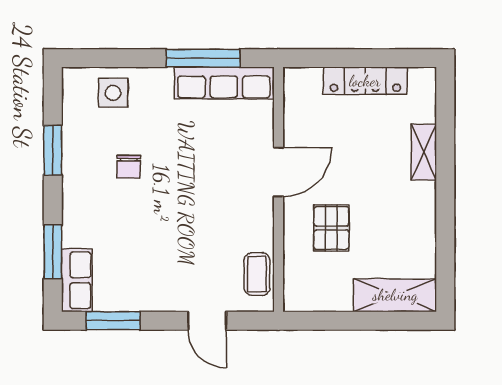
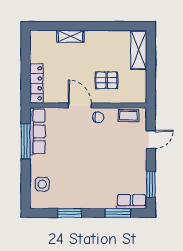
locker: (365, 81) -> (36, 83), moved
chair: (129, 167) -> (98, 117), moved

